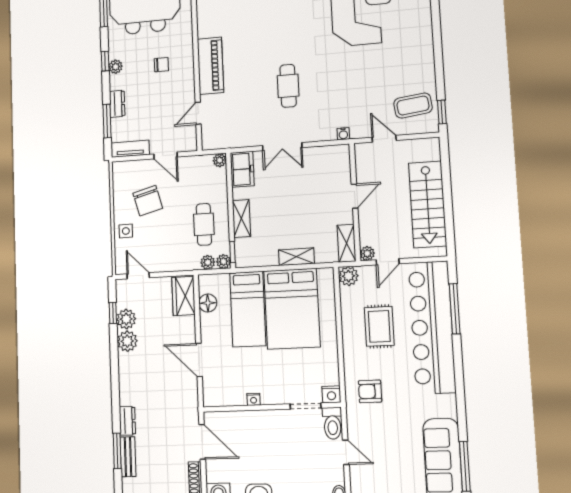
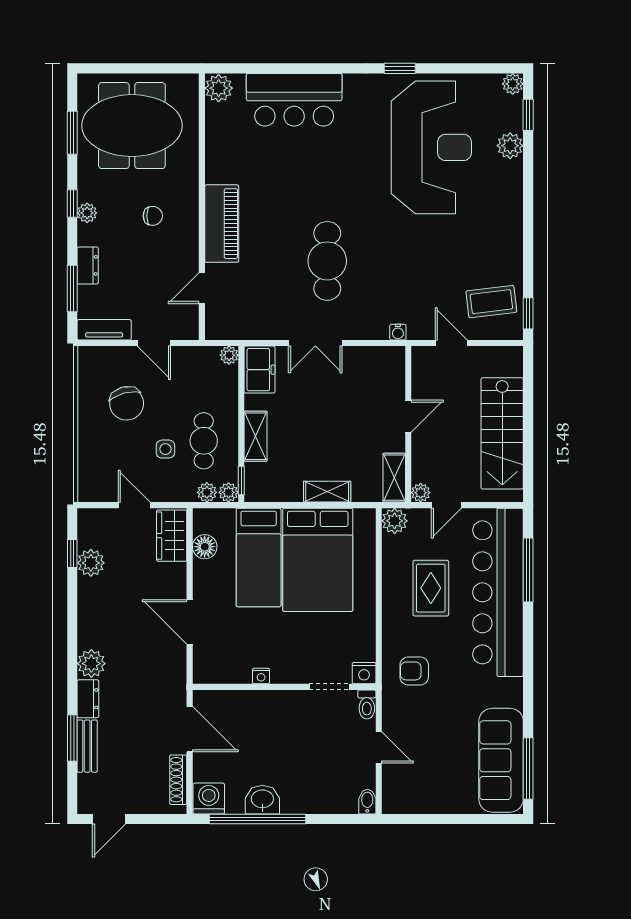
cafe table: (288, 86) -> (327, 261), width x1.37, depth x1.35
side table: (126, 231) -> (165, 449), moved
door: (138, 276) -> (134, 505), moved
plant: (127, 341) -> (91, 664), moved
toilet: (332, 423) -> (367, 704), width x0.73, depth x0.72

